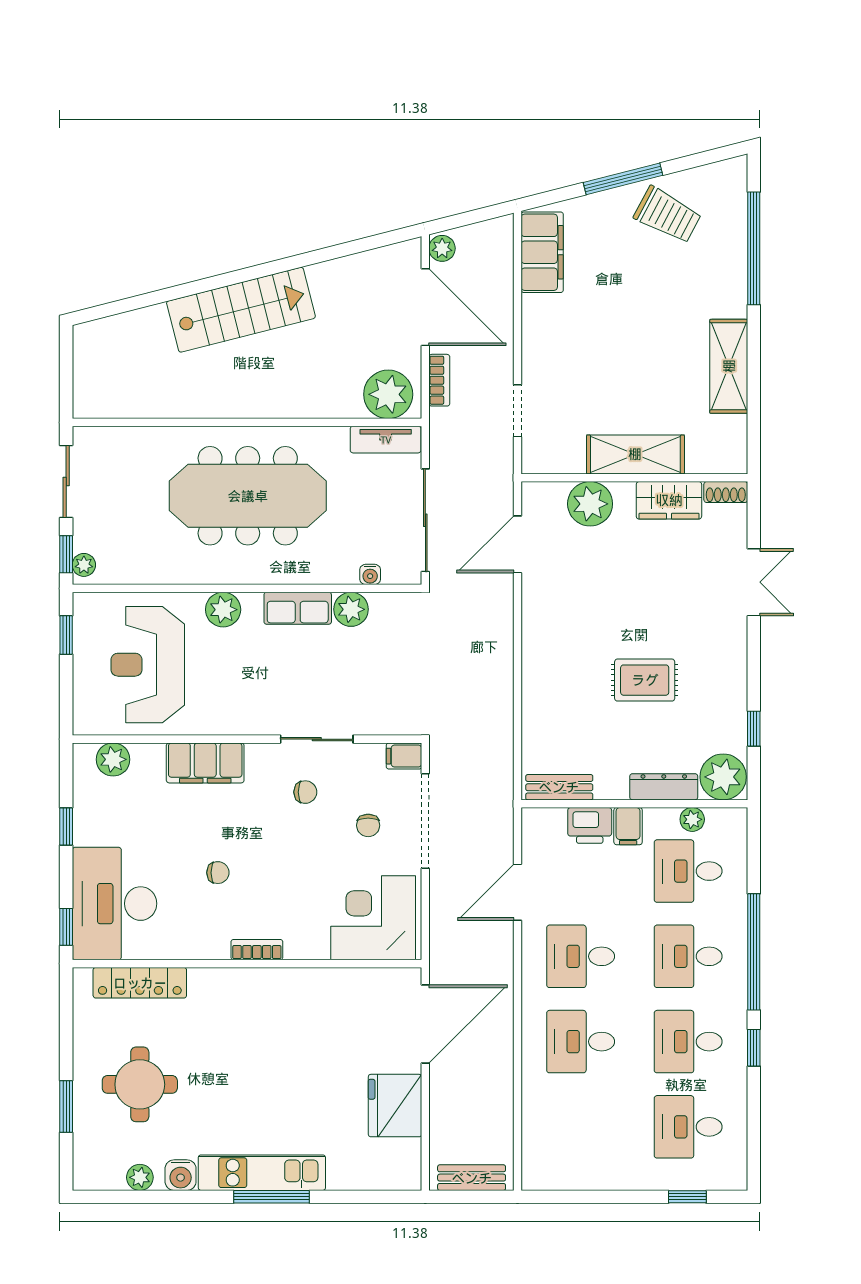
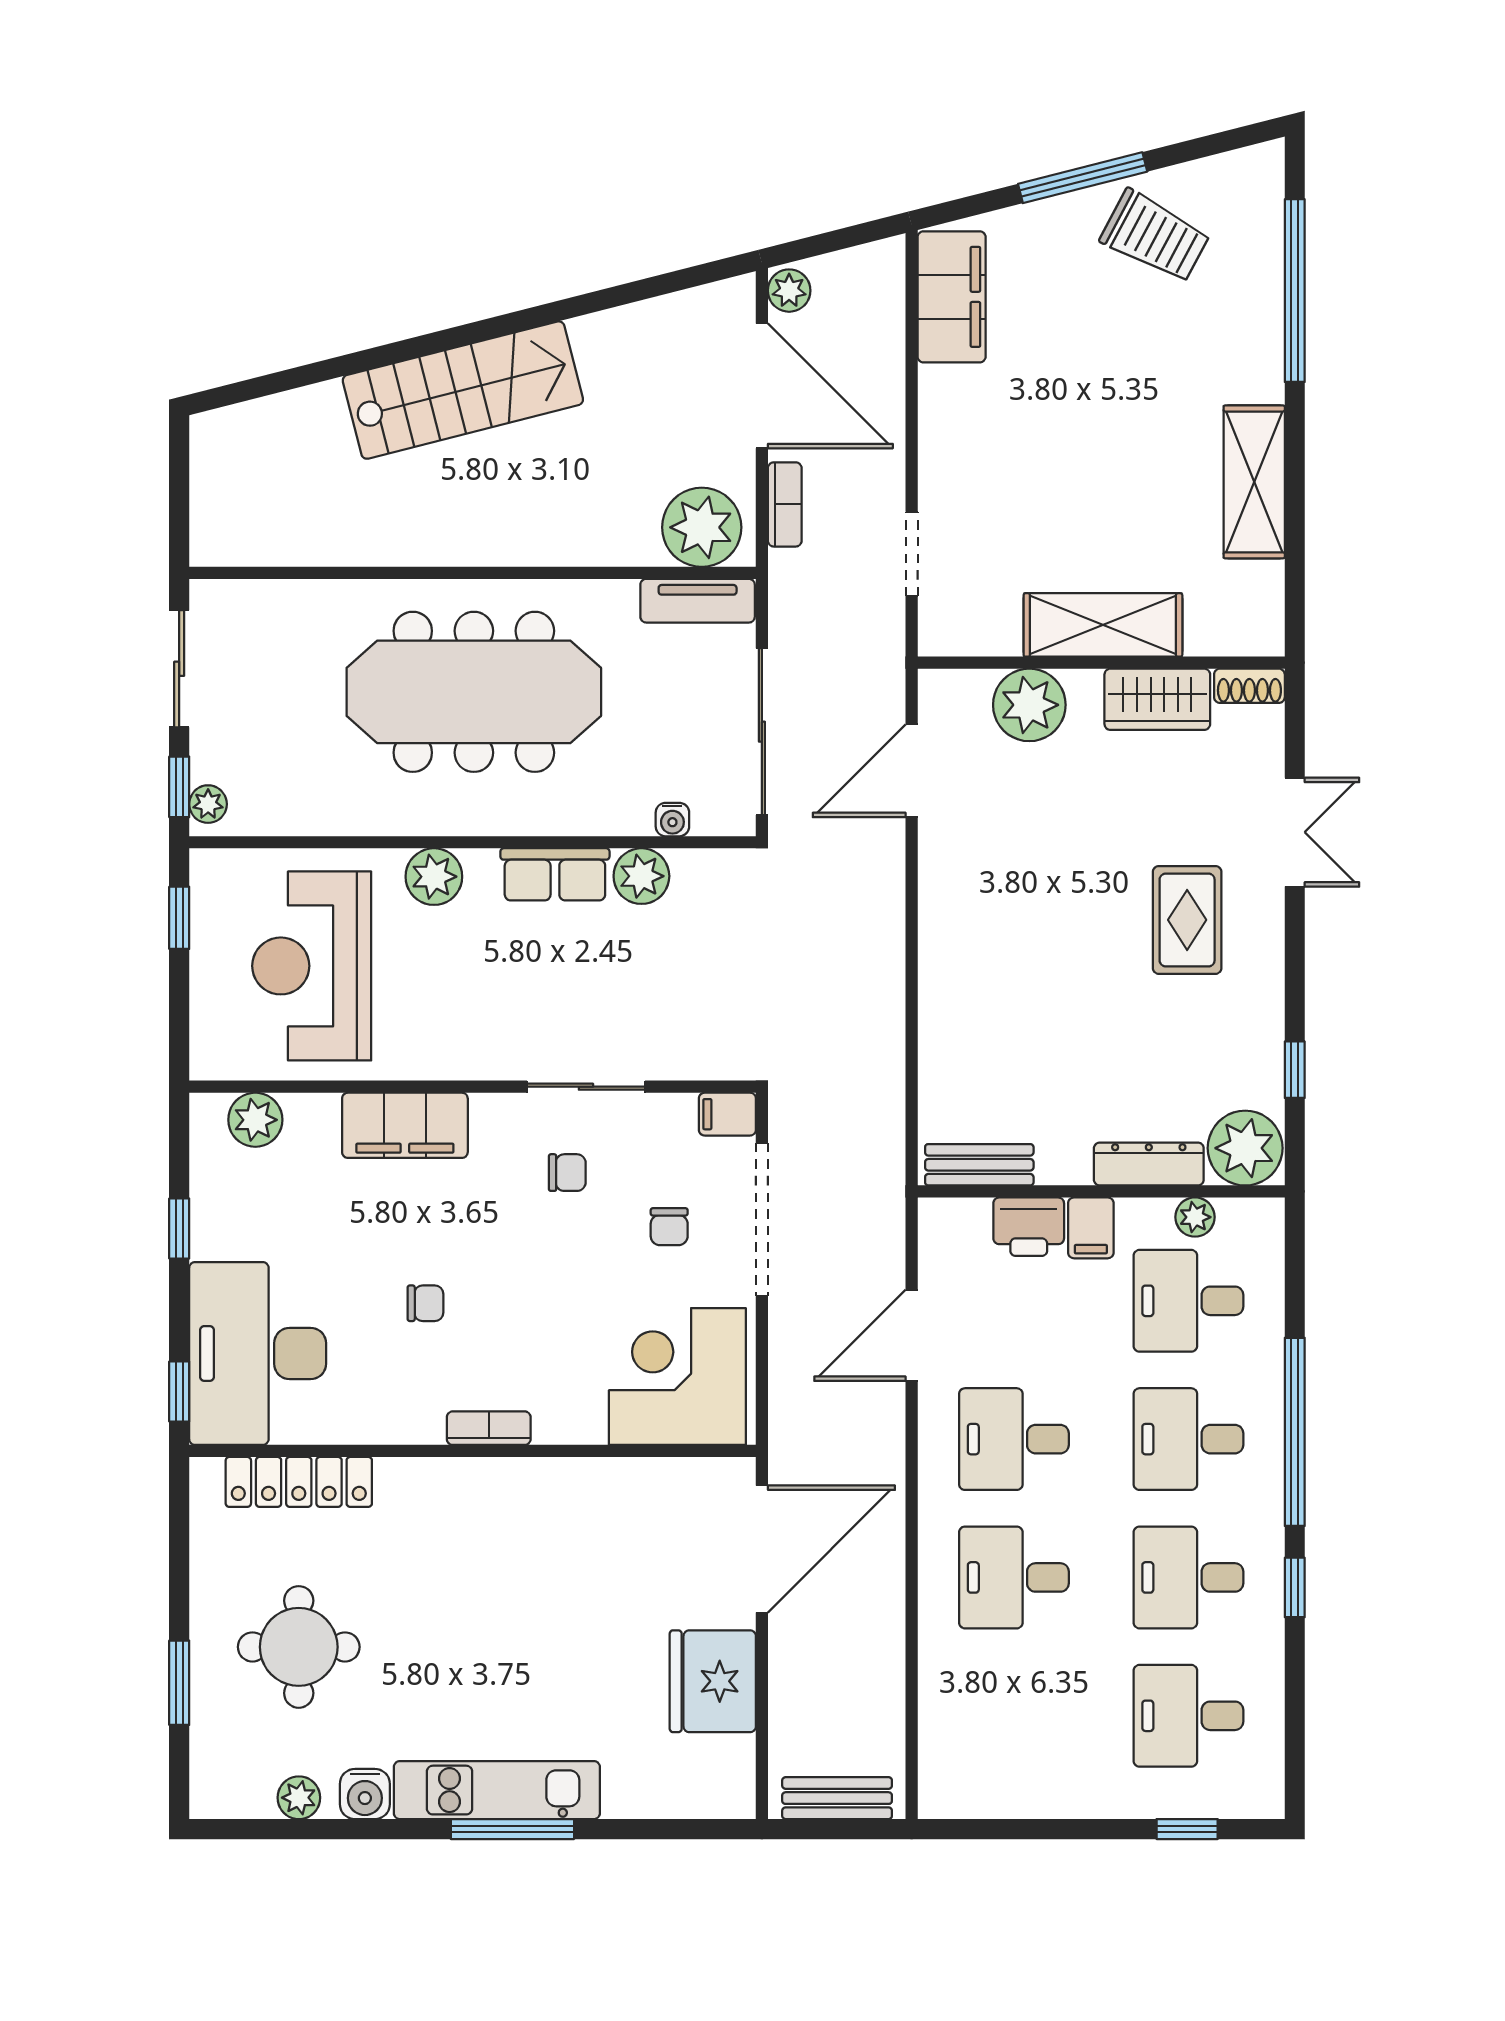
rug: (645, 680) -> (1187, 920), moved, turned 90

